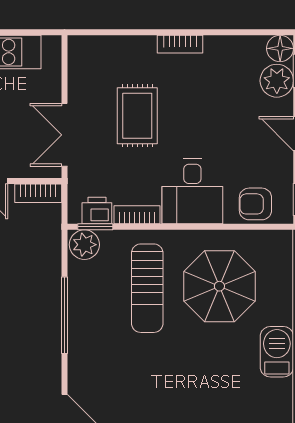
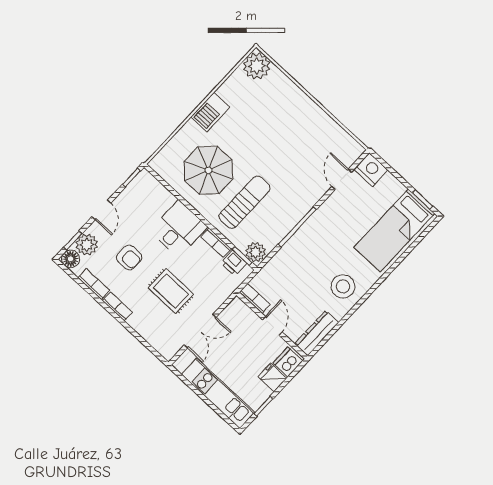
bookcase: (229, 45) -> (94, 284), added
rug: (137, 116) -> (171, 291), turned 90
double door: (64, 135) -> (200, 331), moved
armchair: (255, 204) -> (129, 258), moved

